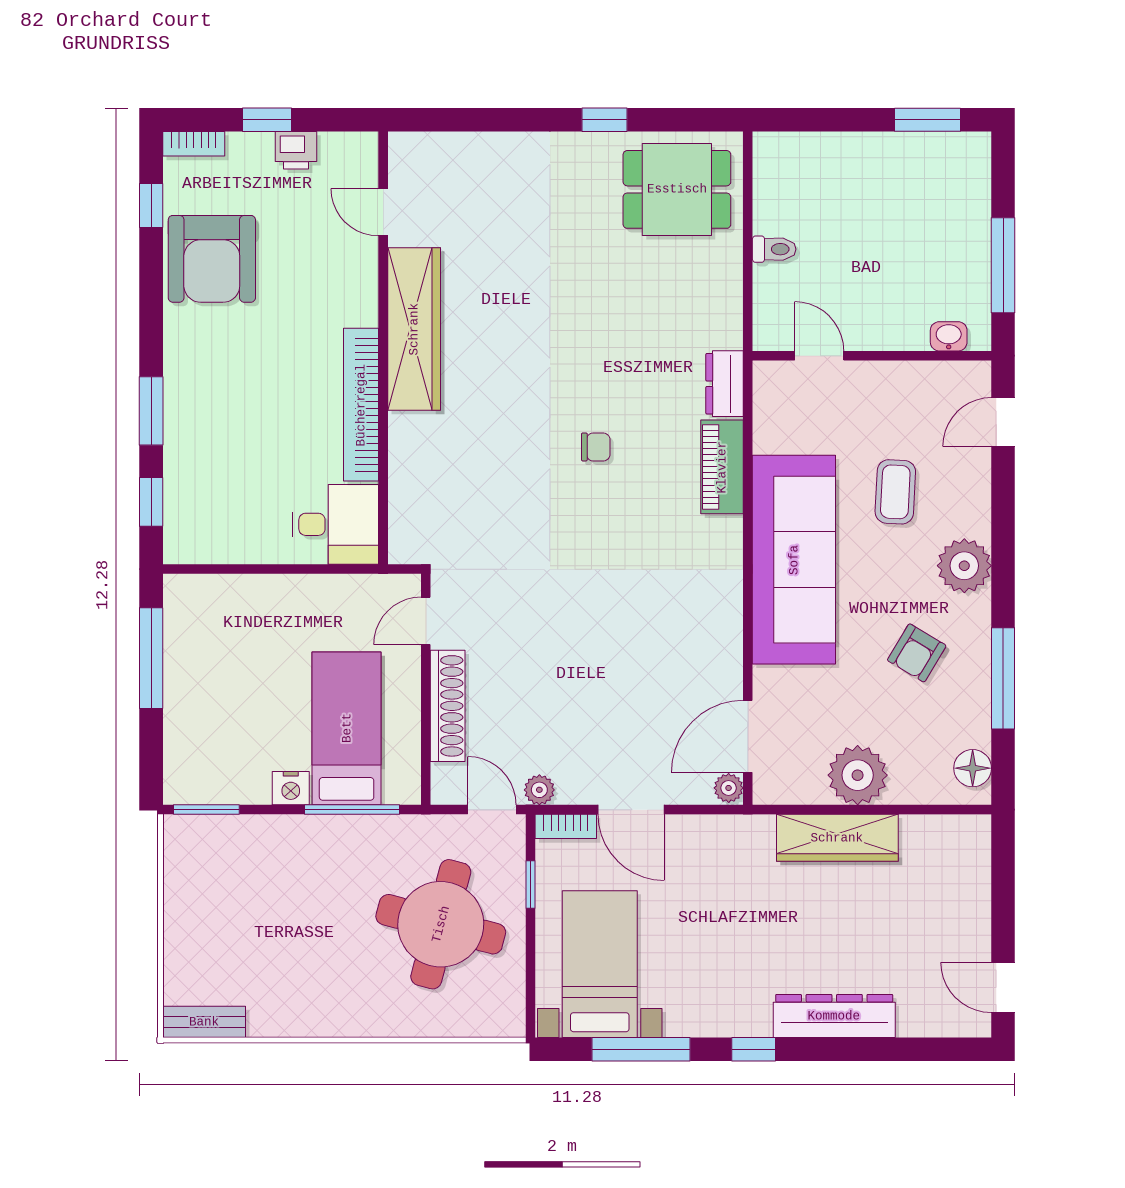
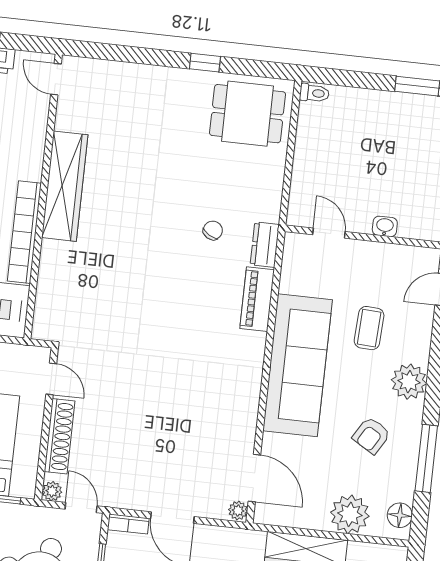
door: (383, 212) -> (56, 79), moved
toilet: (774, 249) -> (314, 93), moved
washbasin: (949, 336) -> (385, 226), moved
chair: (596, 447) -> (213, 230), moved, turned -59
door: (426, 621) -> (51, 379), swing flipped
door: (748, 736) -> (254, 478), swing flipped
plant: (858, 775) -> (350, 514), moved
plant: (539, 790) -> (52, 491), moved

